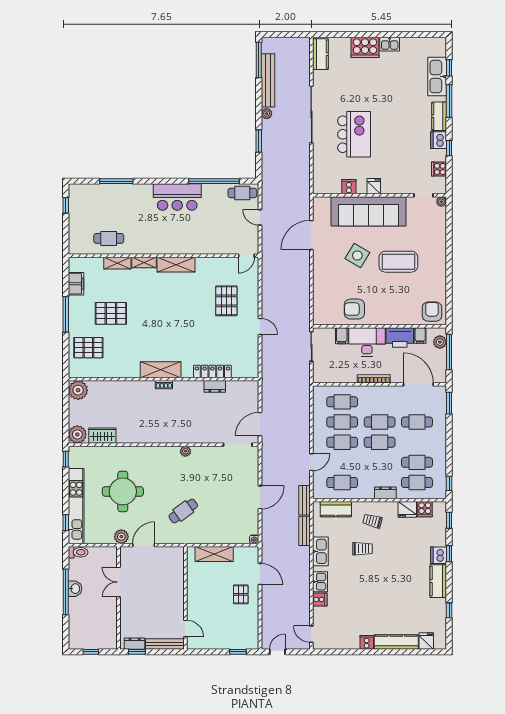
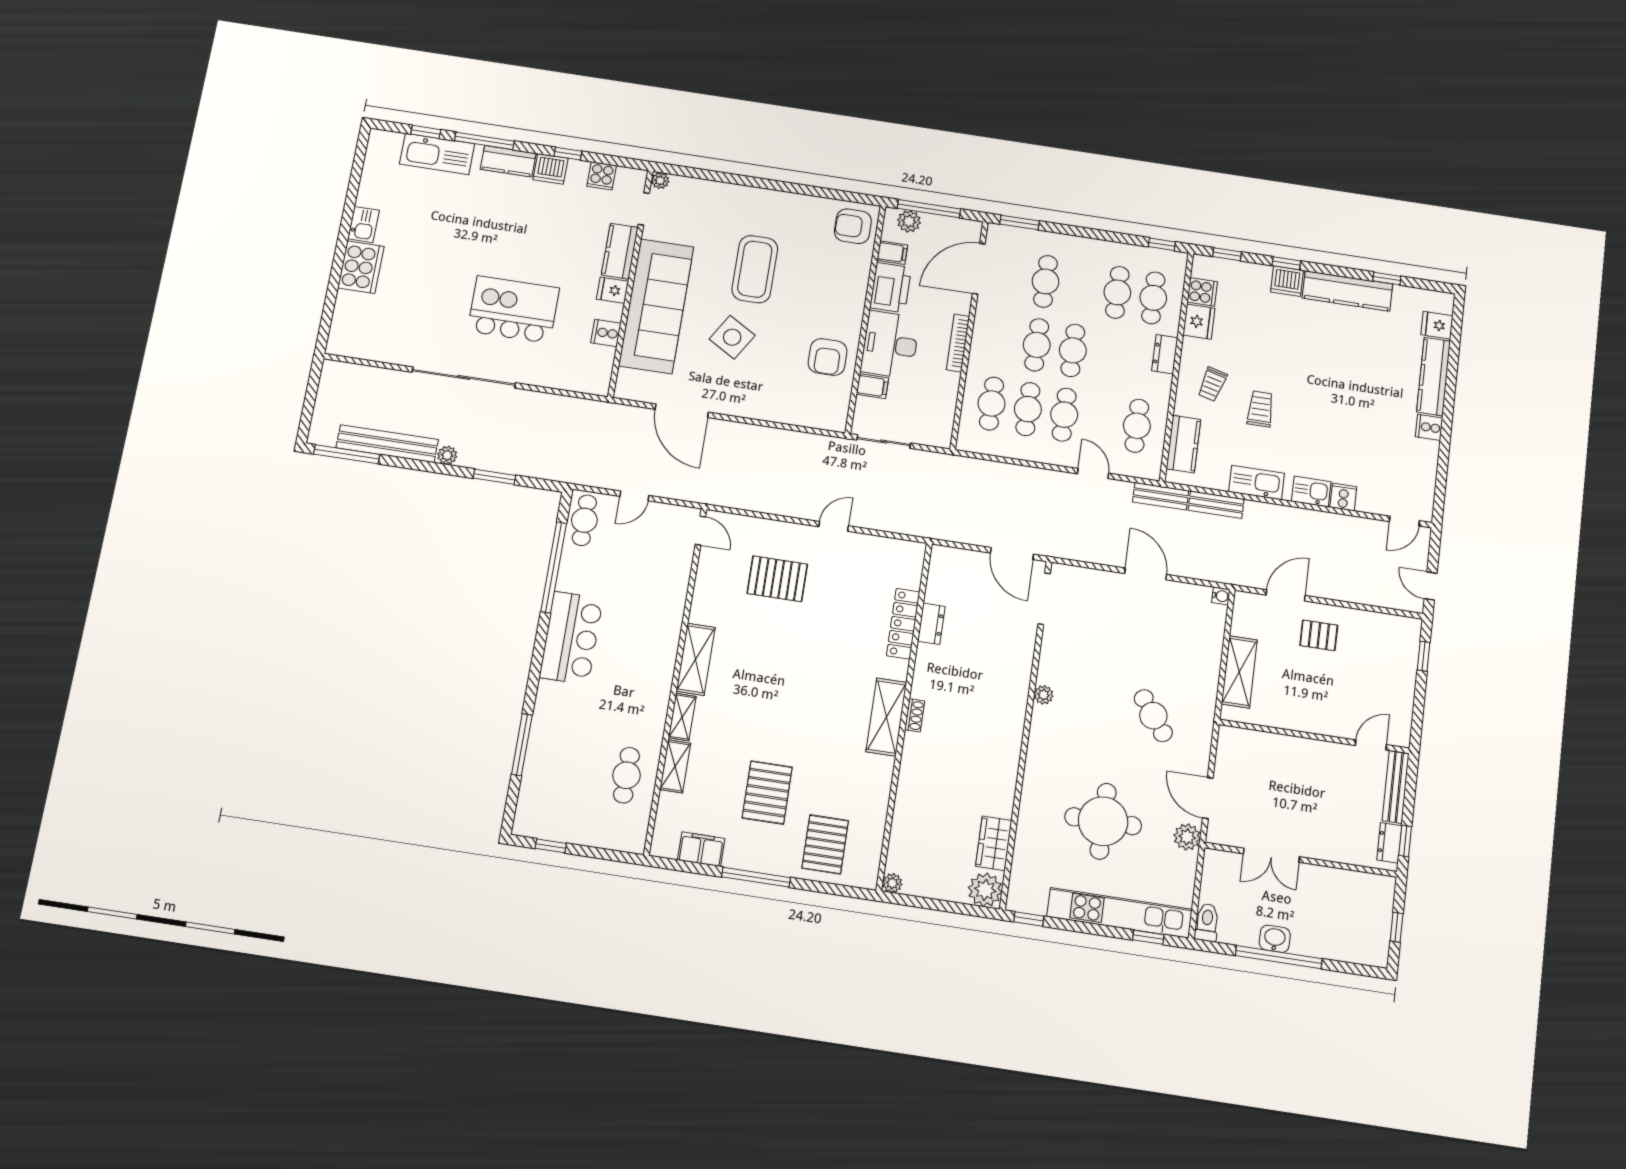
kitchen counter: (320, 54) -> (620, 251), moved, turned -90
plant: (78, 390) -> (892, 883), width x0.53, depth x0.53
kitchen counter: (438, 581) -> (1347, 291), width x1.50

